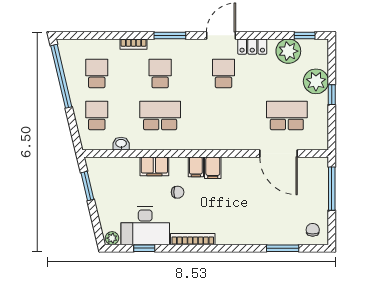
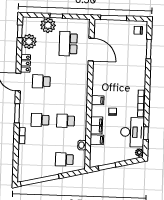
school desk: (97, 74) -> (39, 159), removed
school desk: (160, 116) -> (66, 121), width x0.54
door: (278, 154) -> (91, 50), hinge flipped
filing cabinet: (213, 168) -> (97, 140), moved

